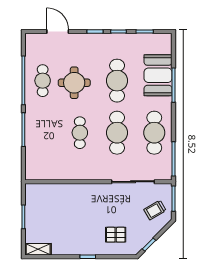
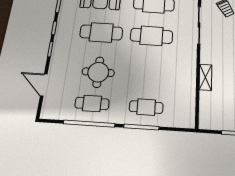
door: (58, 32) -> (44, 85), hinge flipped
cafe table: (80, 133) -> (146, 107), moved
shelving: (76, 189) -> (205, 77), added

